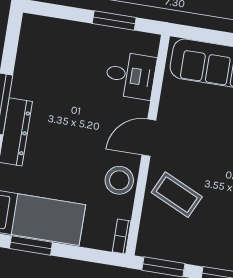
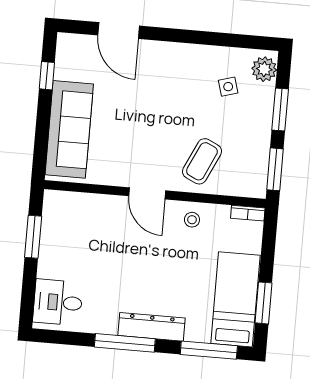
desk: (131, 75) -> (58, 302), moved, turned -90
stool: (119, 180) -> (192, 220), width x0.53, depth x0.53

